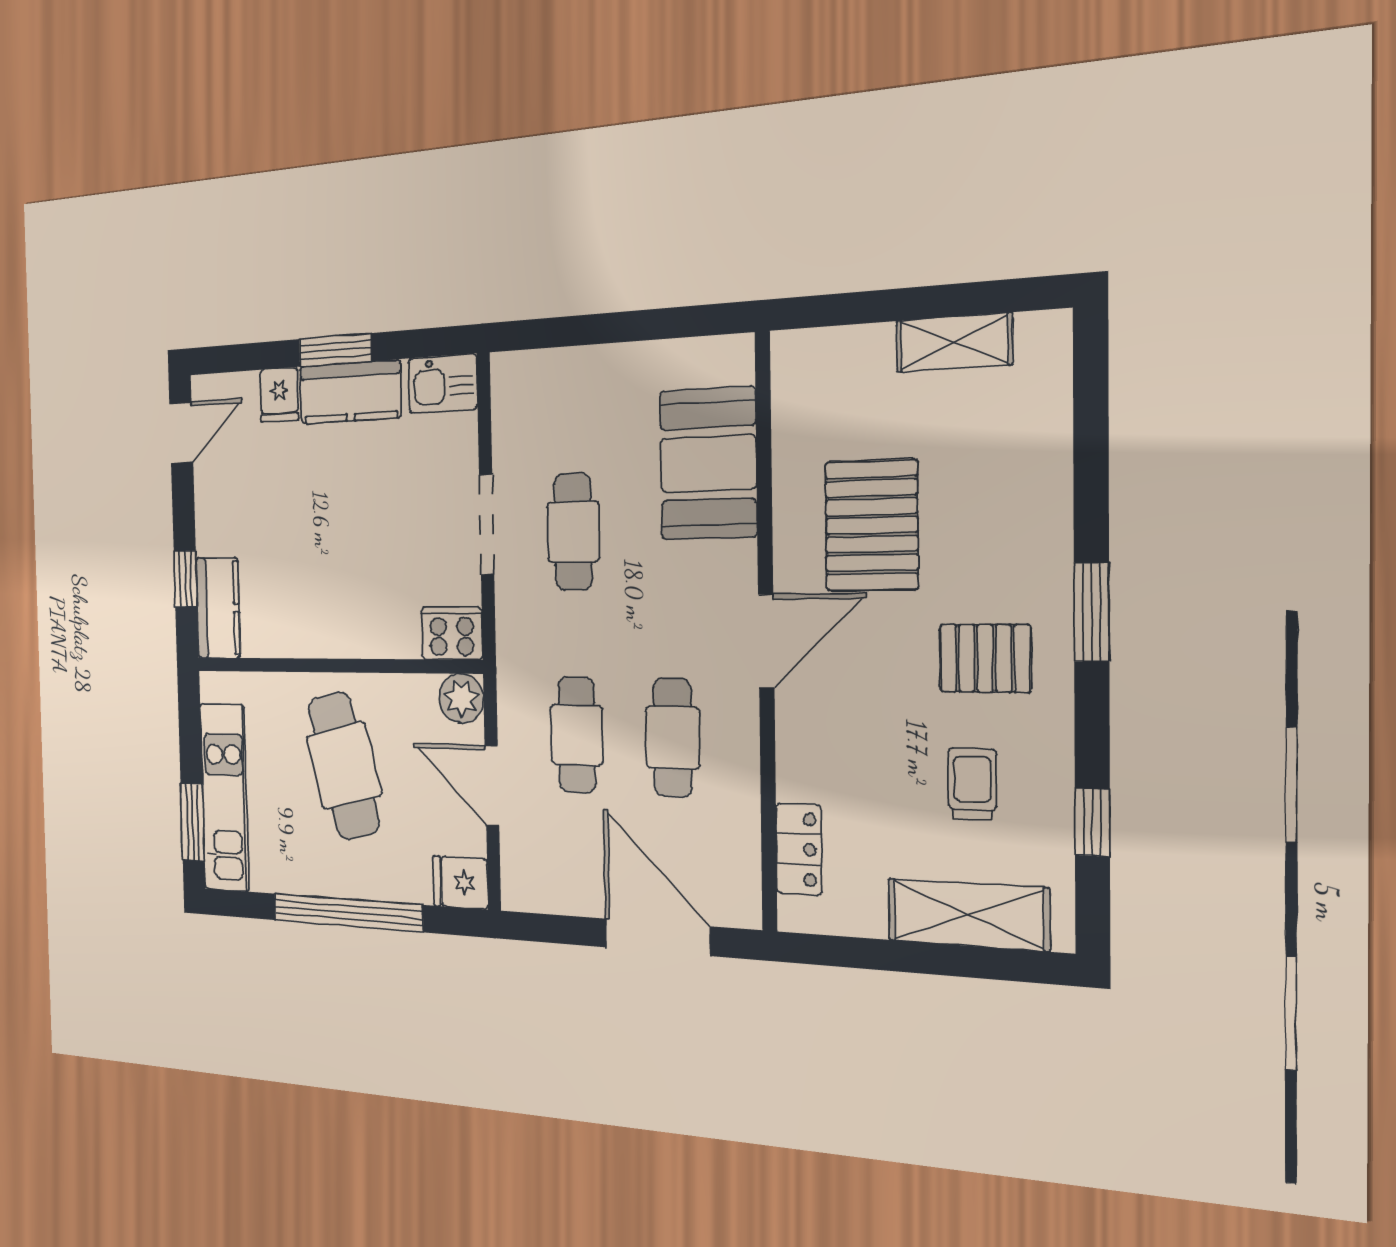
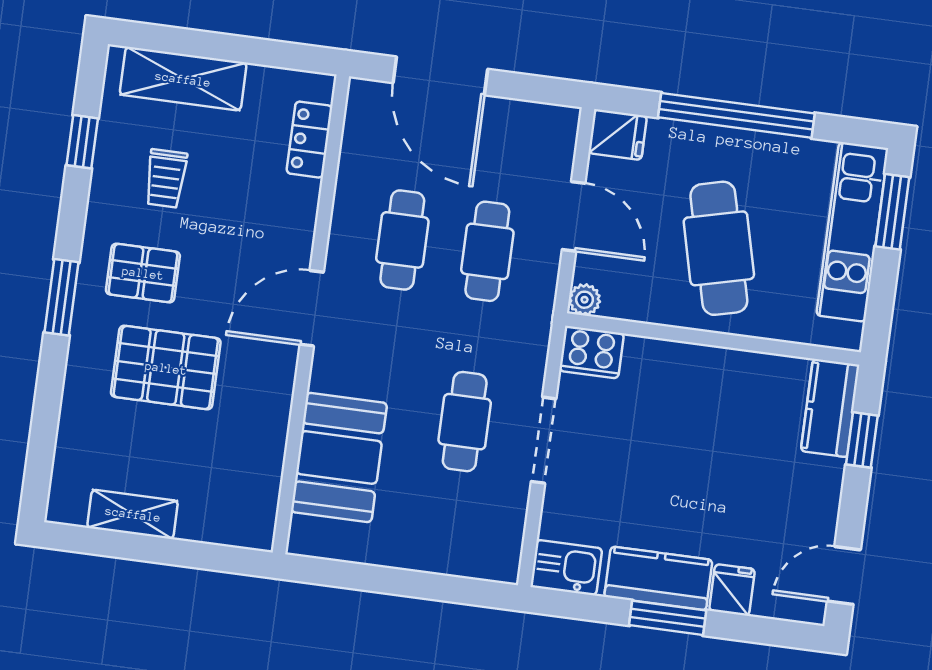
pallet: (871, 526) -> (166, 368), moved, turned 90
plant: (461, 699) -> (585, 300), width x0.73, depth x0.73

